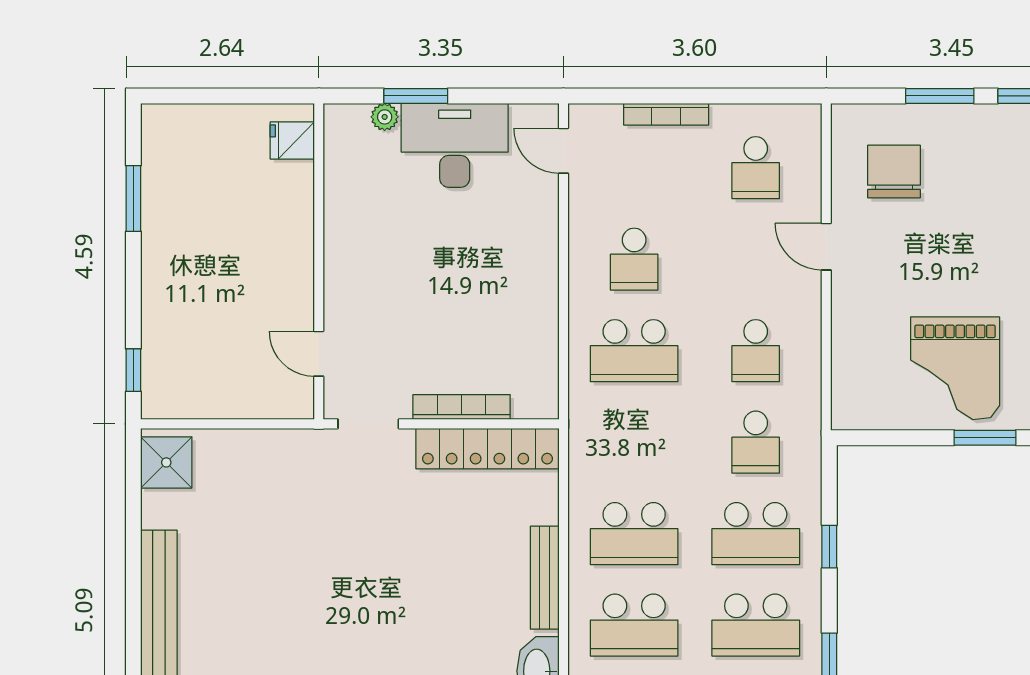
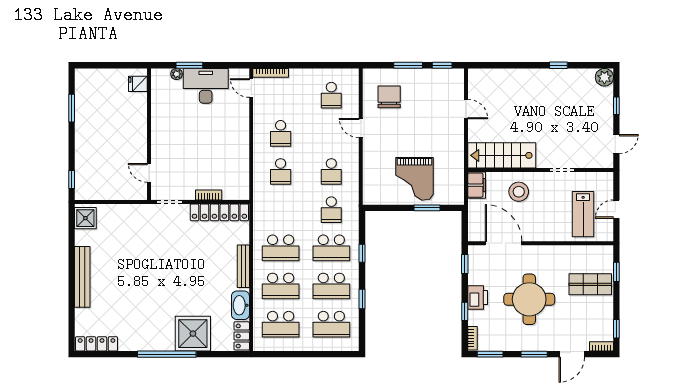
bookcase: (666, 114) -> (271, 73), moved
school desk: (634, 351) -> (281, 171), width x0.54
bookcase: (462, 407) -> (209, 195), width x0.64

